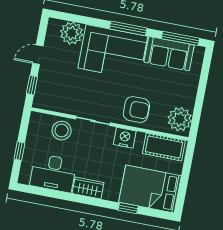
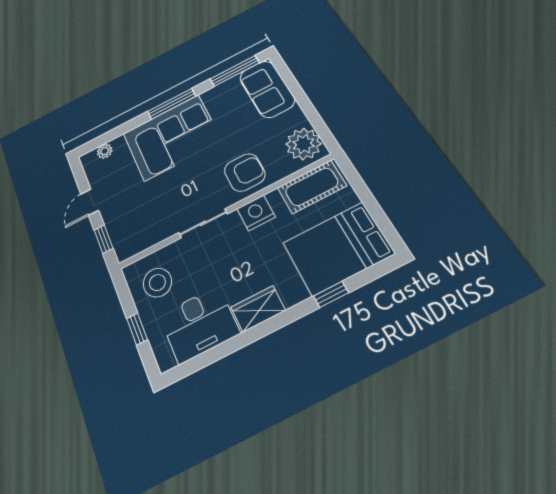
plant: (72, 33) -> (105, 151), width x0.53, depth x0.53
sofa: (169, 54) -> (267, 89), moved, turned 90
stool: (62, 131) -> (157, 283), moved

